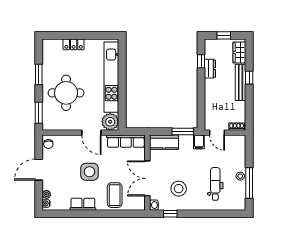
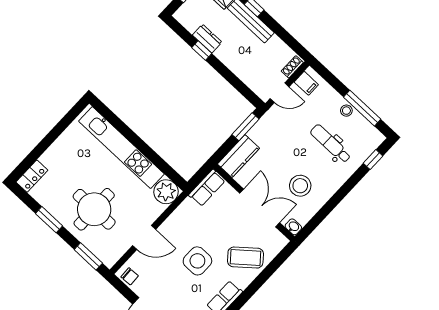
locker: (74, 44) -> (32, 176), moved
window: (201, 61) -> (202, 50), moved
door: (91, 133) -> (144, 237), moved
row of seats: (126, 141) -> (207, 188), width x0.68
filing cabinet: (199, 142) -> (306, 83), moved
double door: (147, 178) -> (260, 208), swing flipped
coffee table: (115, 195) -> (245, 258), turned -40
window: (170, 214) -> (373, 160), moved

